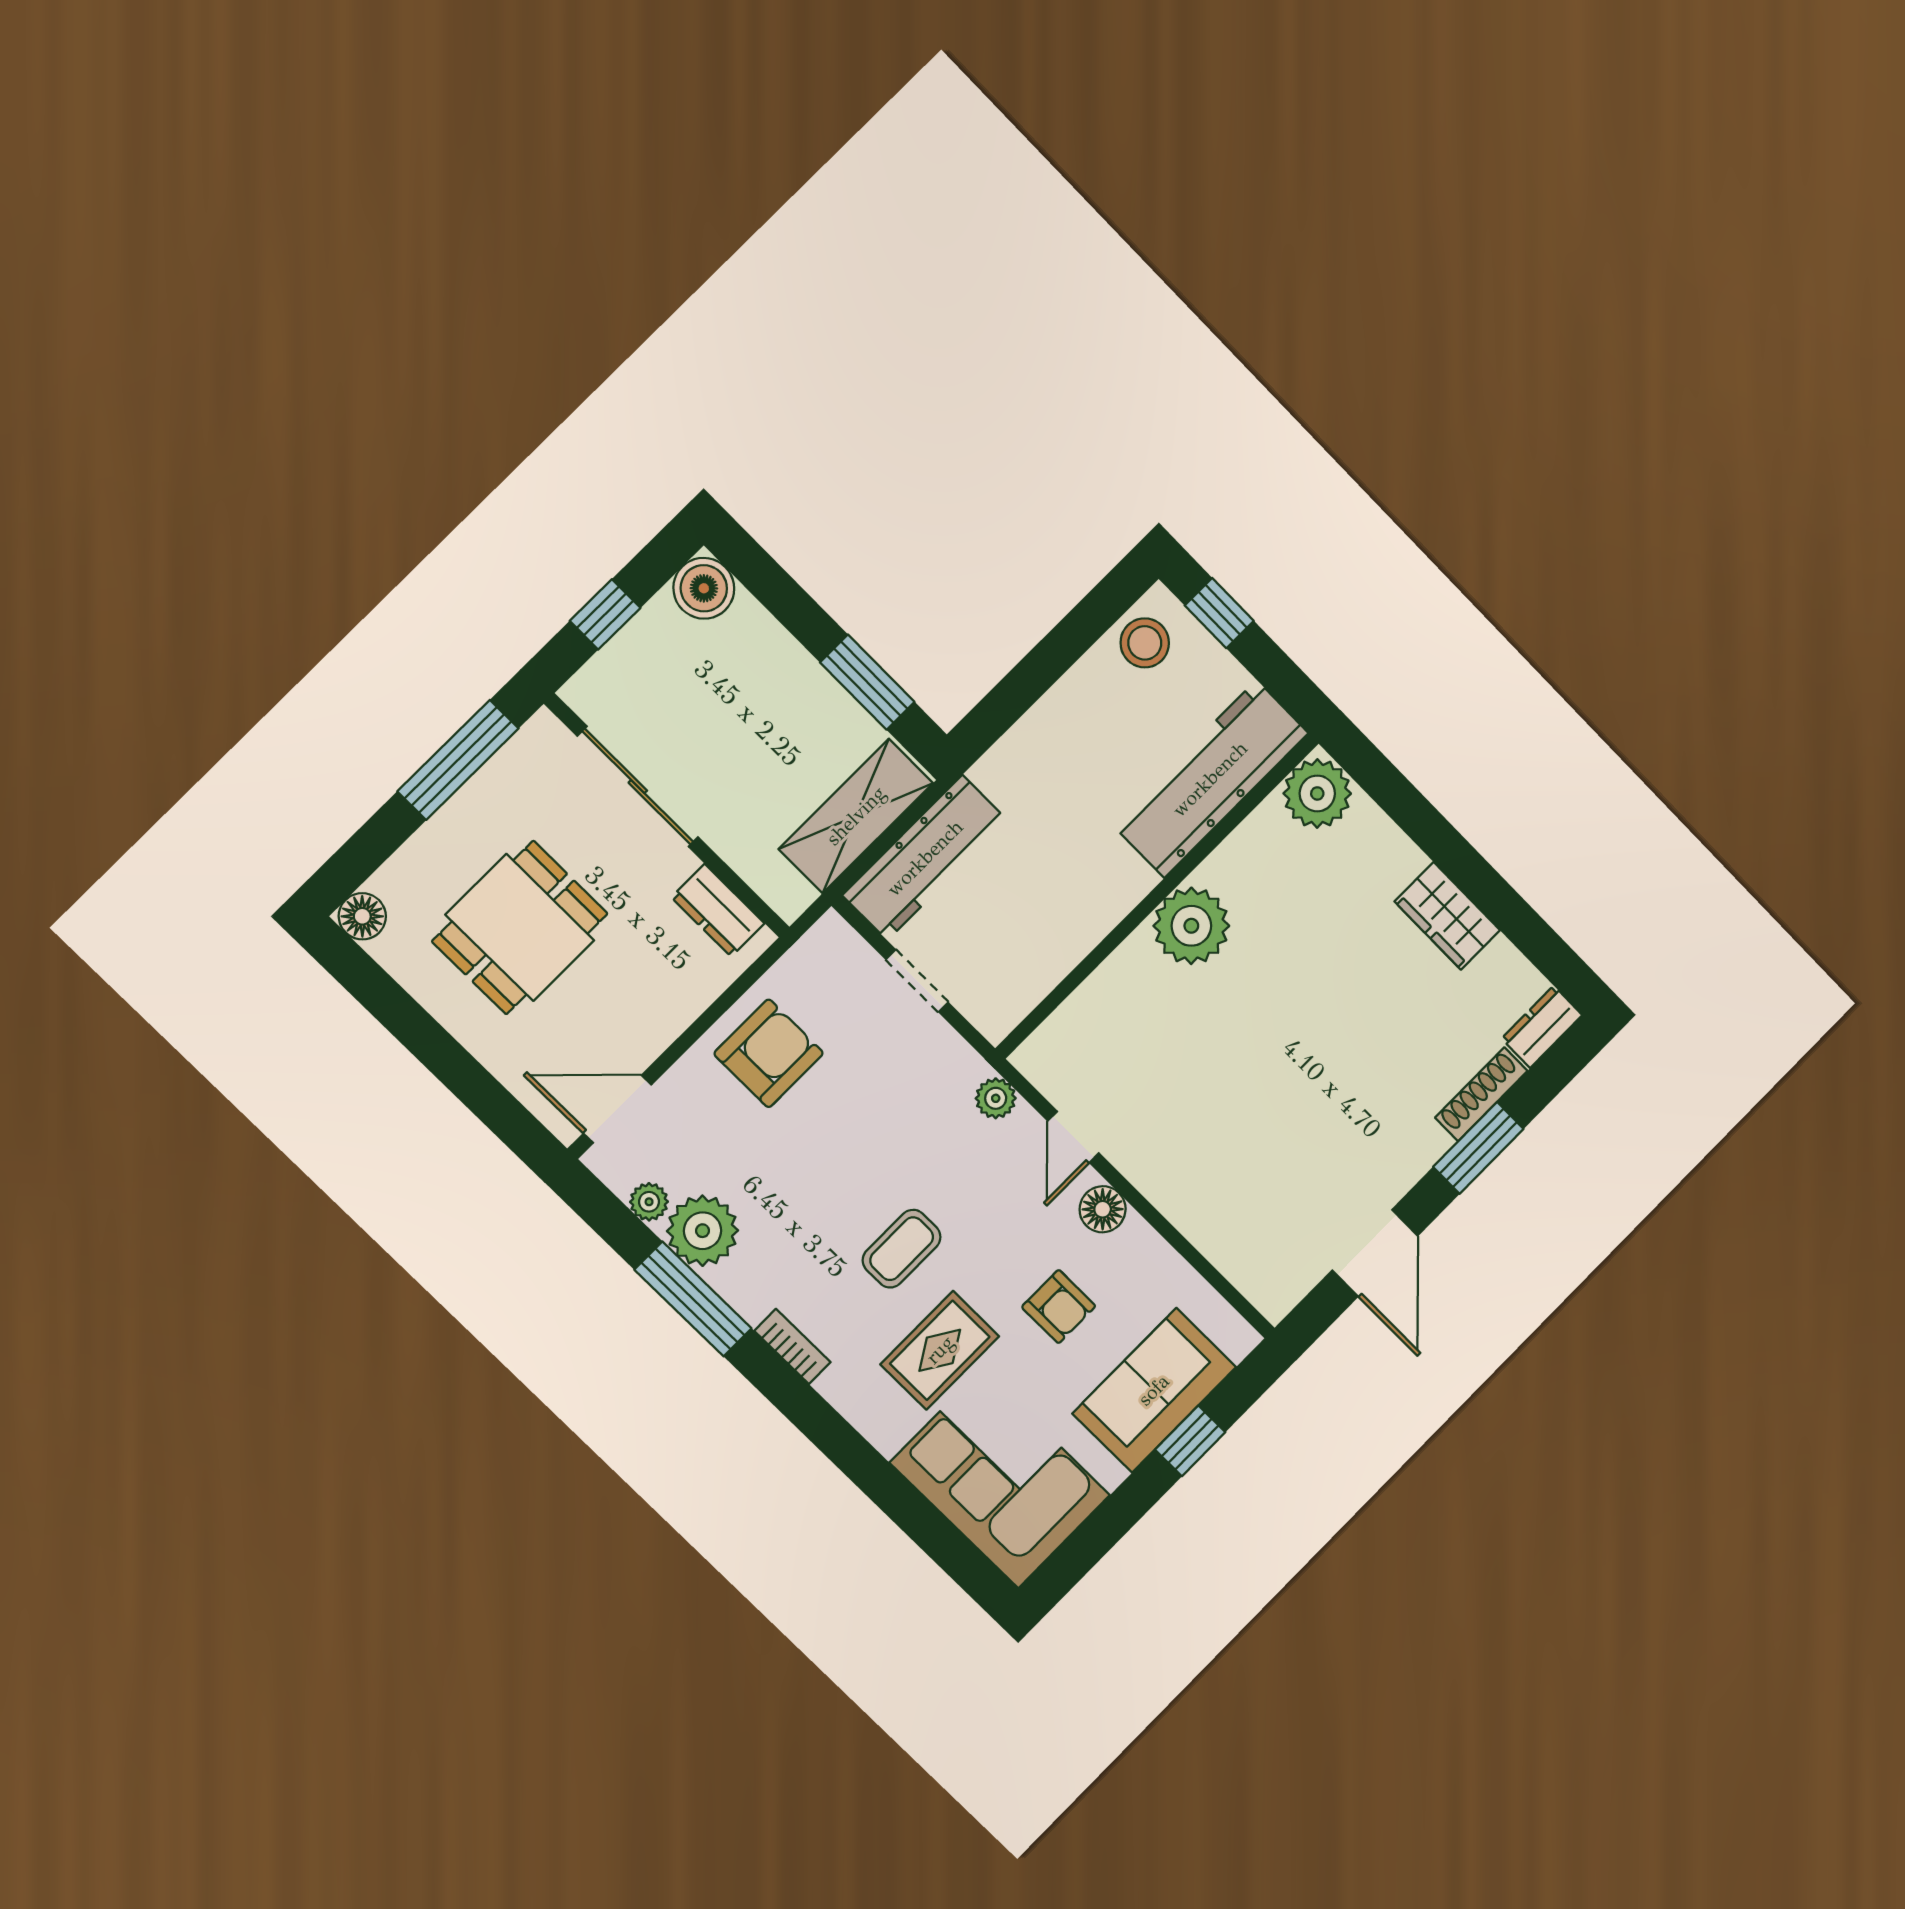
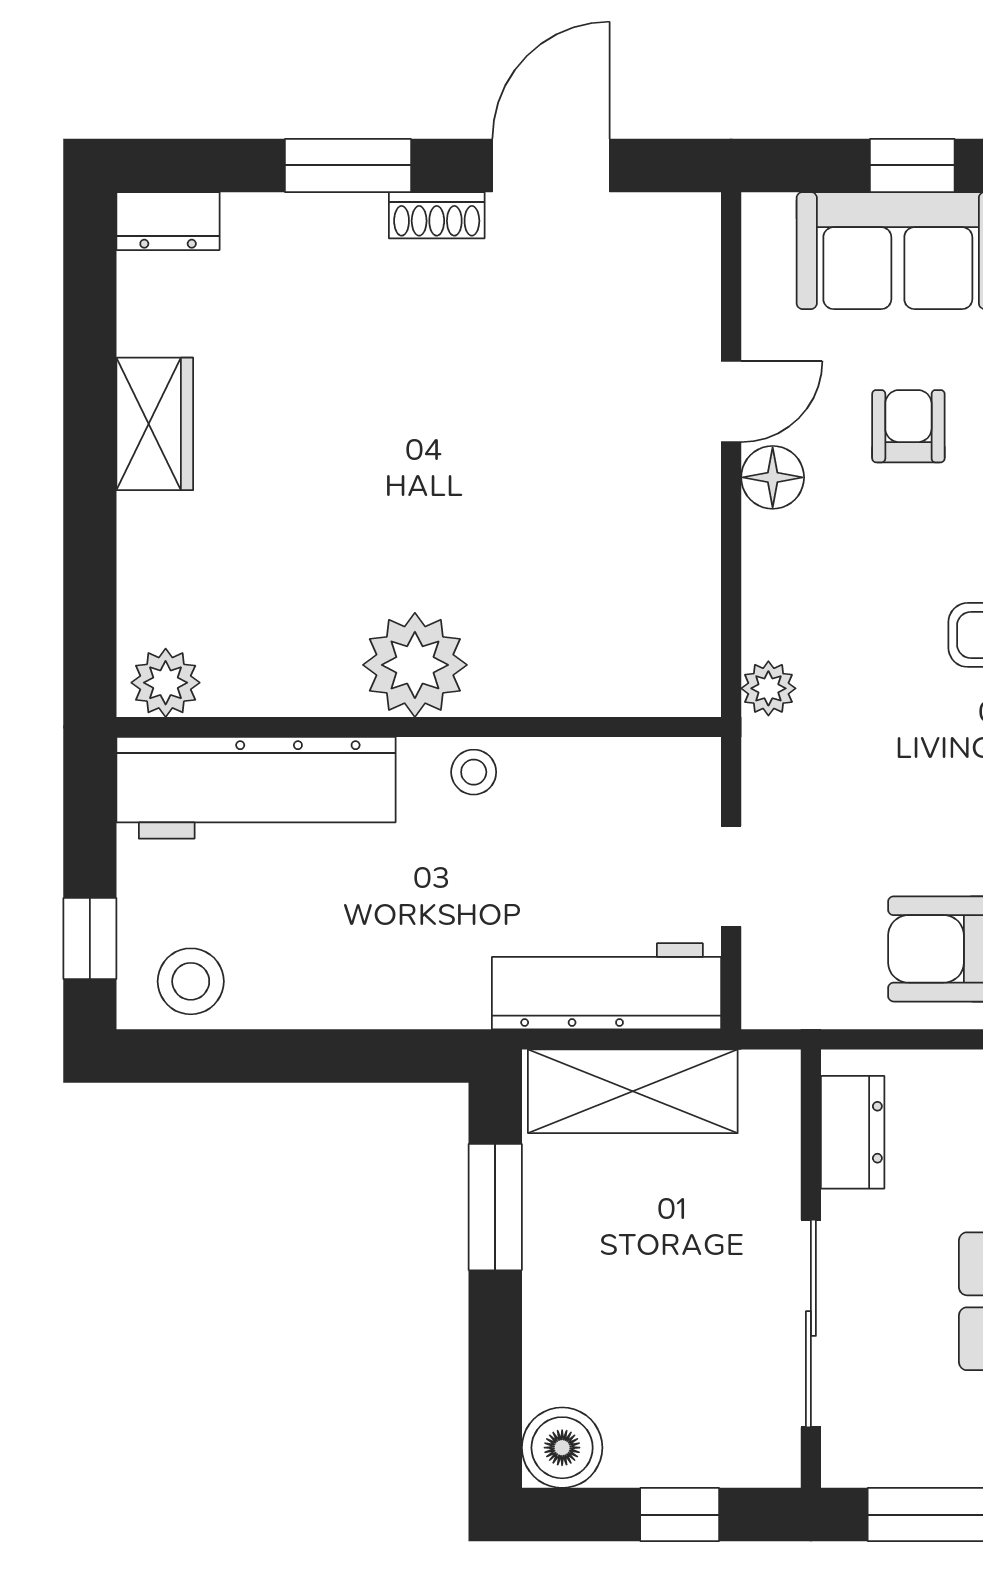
plant: (1317, 793) -> (166, 683), width x0.73, depth x0.73
stool: (1106, 901) -> (474, 772), added
shoe rack: (1481, 1094) -> (437, 215), moved, width x0.70
door: (1073, 1137) -> (731, 402), moved

